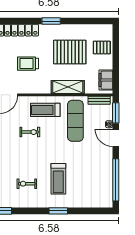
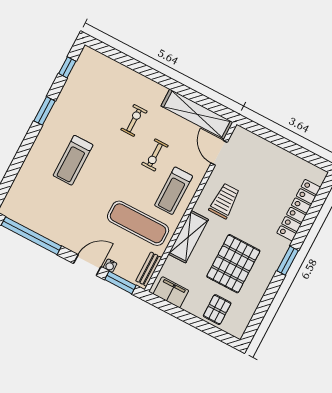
trolley: (28, 64) -> (224, 201), moved
treadmill: (45, 110) -> (174, 191), turned 180
treadmill: (58, 179) -> (73, 160), turned -90
exercise bike: (27, 184) -> (134, 120), moved
window: (58, 211) -> (44, 111), moved

